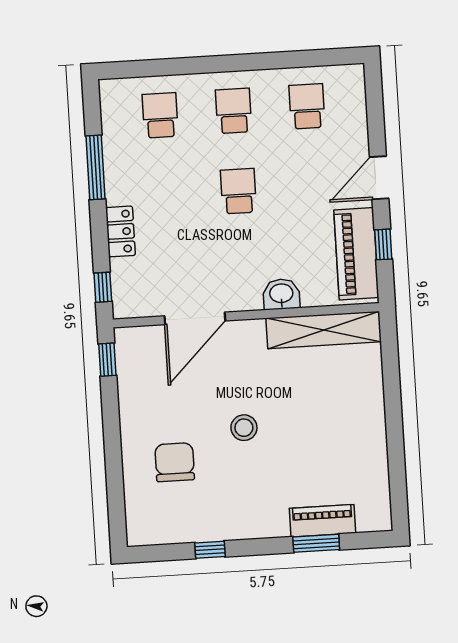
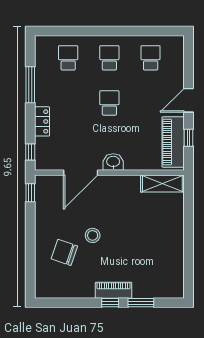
washbasin: (281, 294) -> (113, 162), moved
shelving: (324, 330) -> (162, 184), width x0.68
stool: (244, 428) -> (93, 235), moved
chair: (175, 462) -> (64, 252), turned -71
piano: (323, 521) -> (114, 290), moved
window: (210, 550) -> (110, 303), moved

